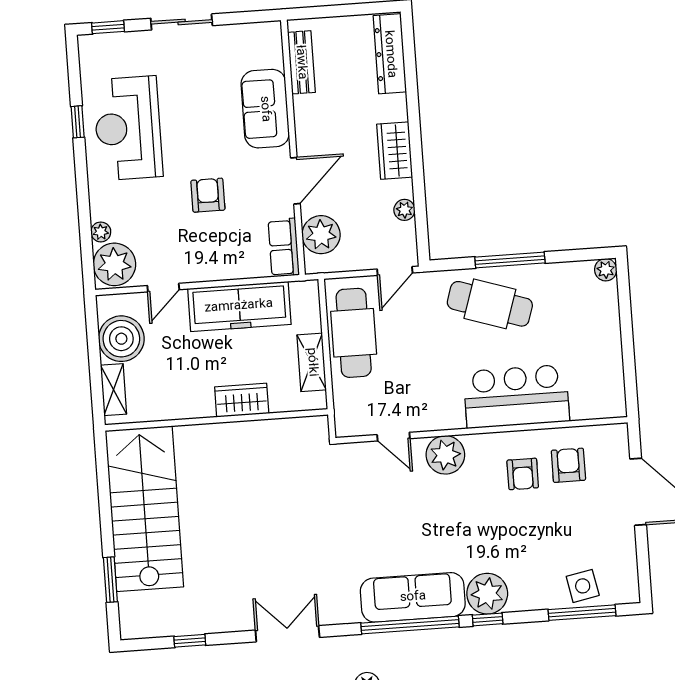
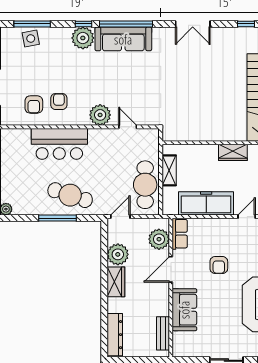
plant: (404, 210) -> (118, 254), width x1.87, depth x1.87
wardrobe: (242, 400) -> (233, 152), moved

